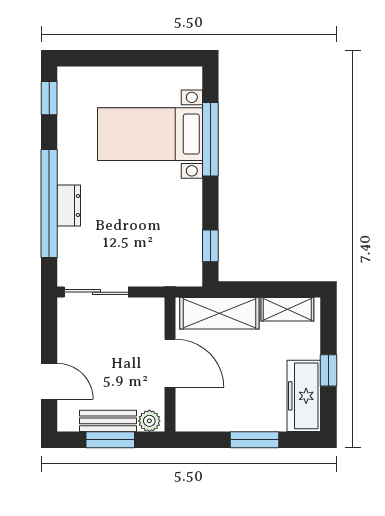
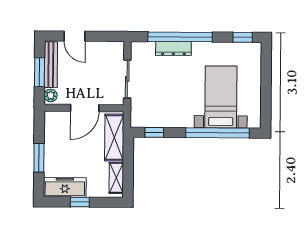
window: (210, 139) -> (218, 133), width x1.46
dresser: (69, 206) -> (173, 48), width x1.44
sliding door: (96, 292) -> (127, 79), moved
door: (49, 381) -> (75, 36), hinge flipped
bench: (108, 421) -> (51, 65), width x1.36

